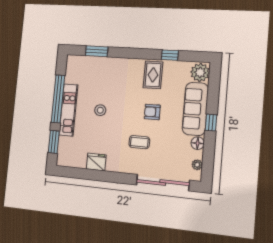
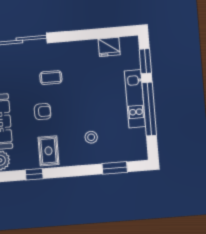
stool: (100, 110) -> (91, 137), moved
fridge: (96, 162) -> (109, 47), moved

